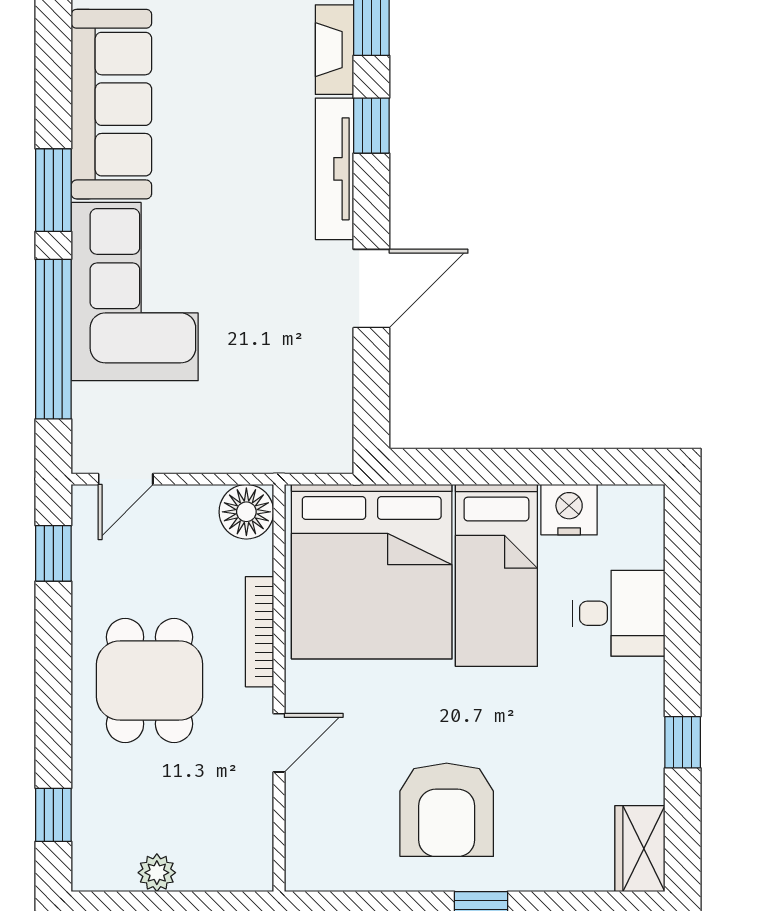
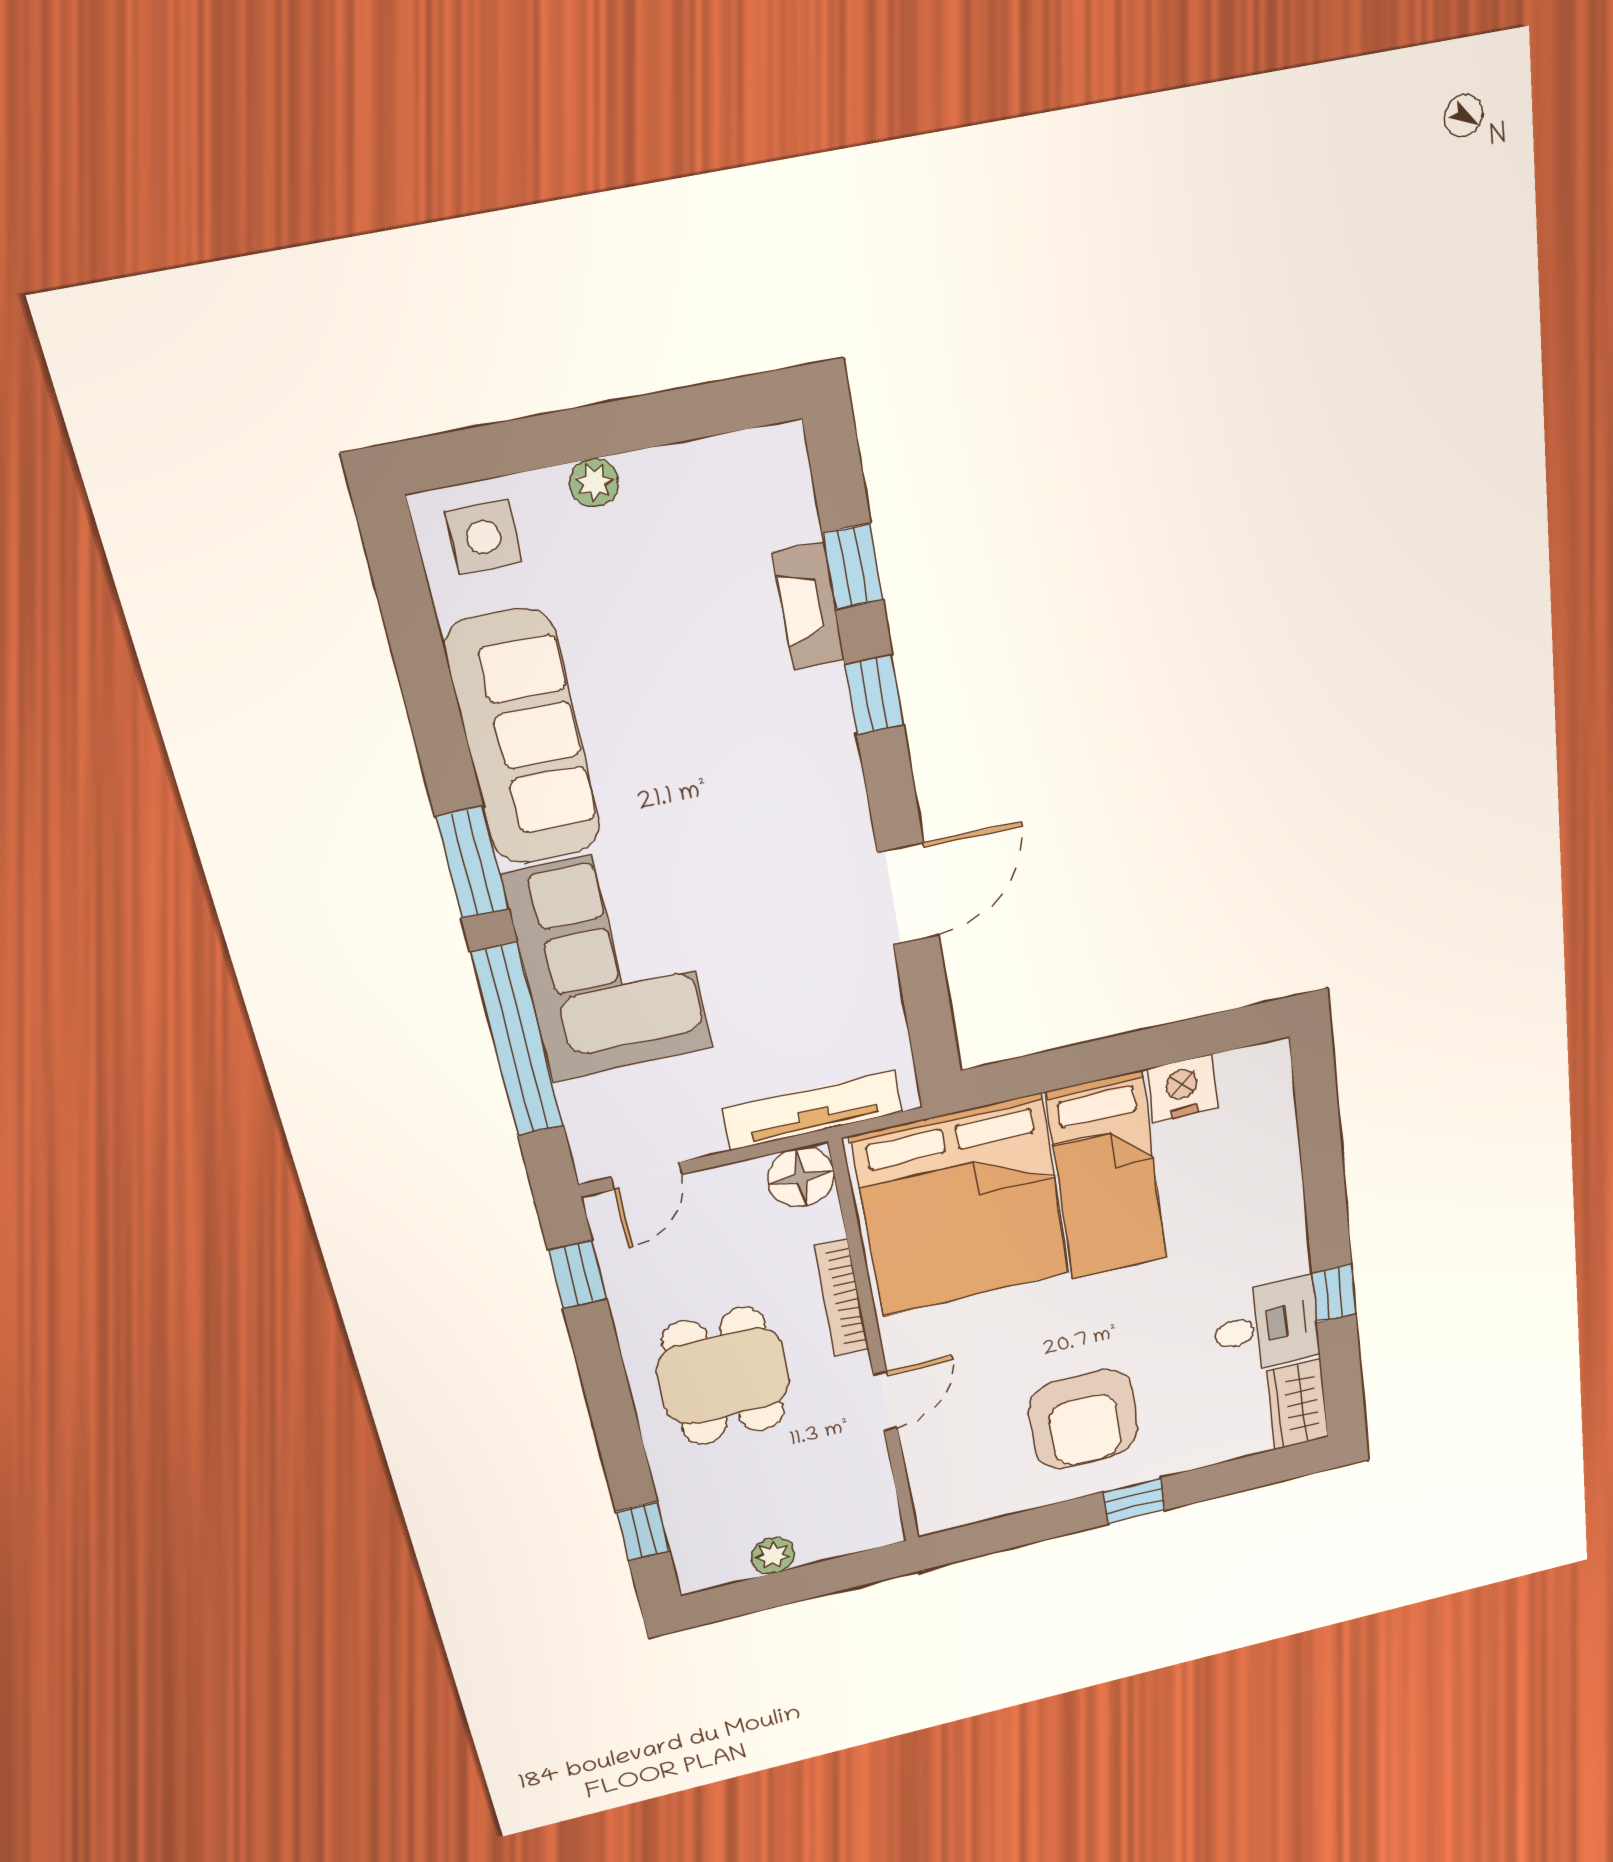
tv unit: (335, 169) -> (813, 1110), moved, turned 90
desk: (619, 613) -> (1266, 1326), moved

